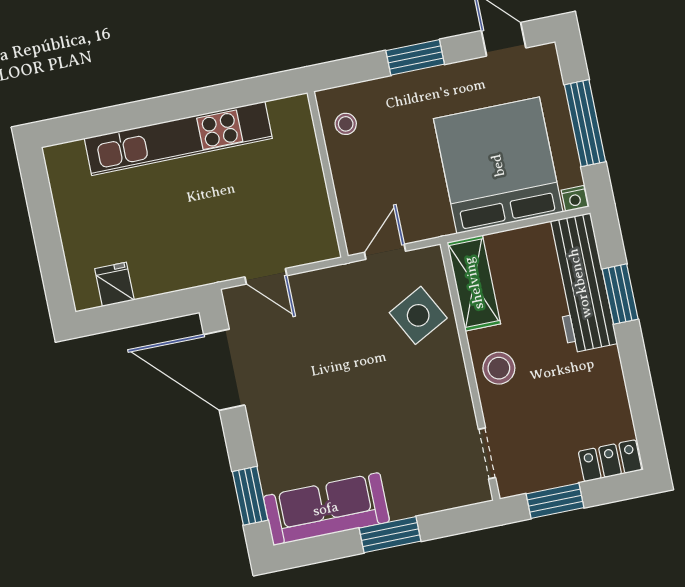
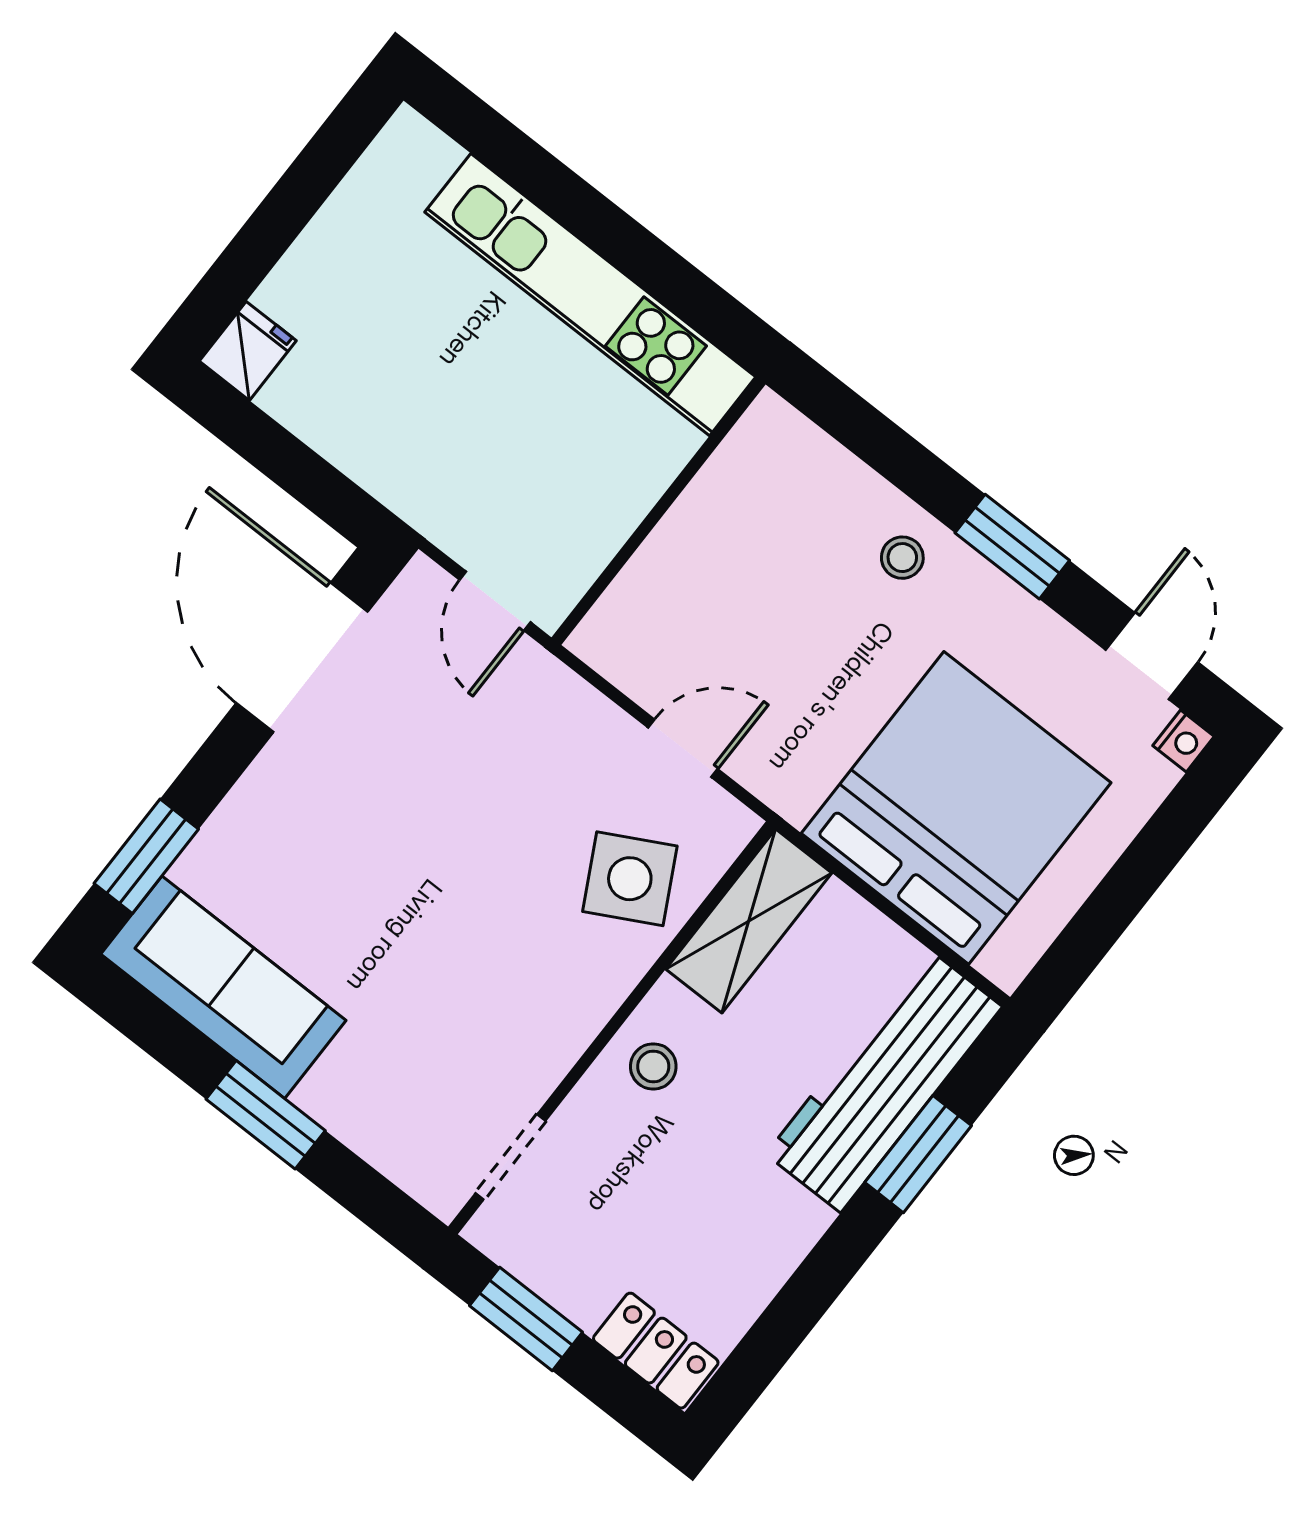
window: (585, 123) -> (1130, 884), removed
stool: (346, 124) -> (902, 558), moved
wall: (328, 174) -> (659, 511), moved
nightstand: (575, 198) -> (1184, 741), moved, turned -90
fridge: (114, 284) -> (248, 351), moved
stool: (499, 368) -> (653, 1066), width x0.73, depth x0.73

